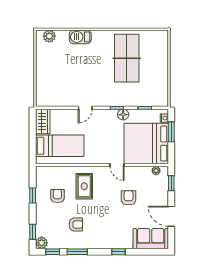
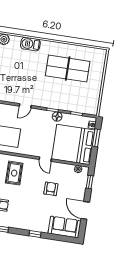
table tennis table: (127, 58) -> (68, 69), turned 90

